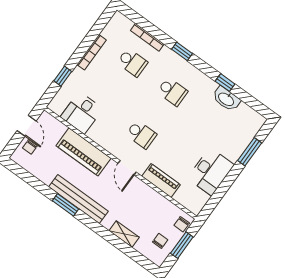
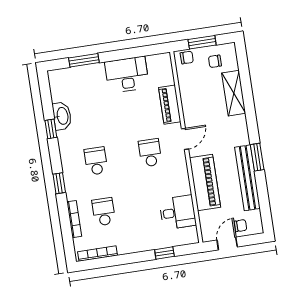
bookcase: (92, 52) -> (97, 254), moved
bench: (78, 199) -> (247, 178), moved
shelving: (124, 234) -> (234, 93), width x1.50, depth x1.33

